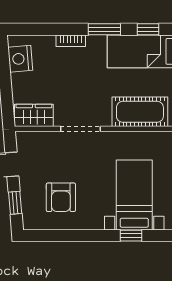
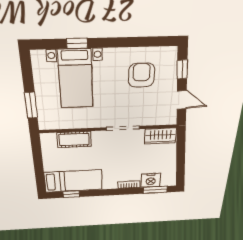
window: (104, 29) -> (155, 190), moved
nightstand: (20, 59) -> (151, 180), moved, turned 95
cot: (140, 112) -> (74, 140), width x0.73, depth x0.75

